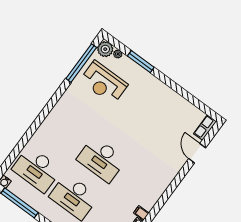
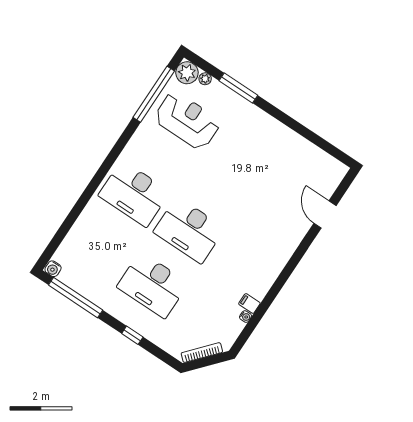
reception desk: (104, 83) -> (187, 121), turned 180
row of seats: (205, 128) -> (334, 178), removed
desk: (37, 169) -> (134, 194), moved

